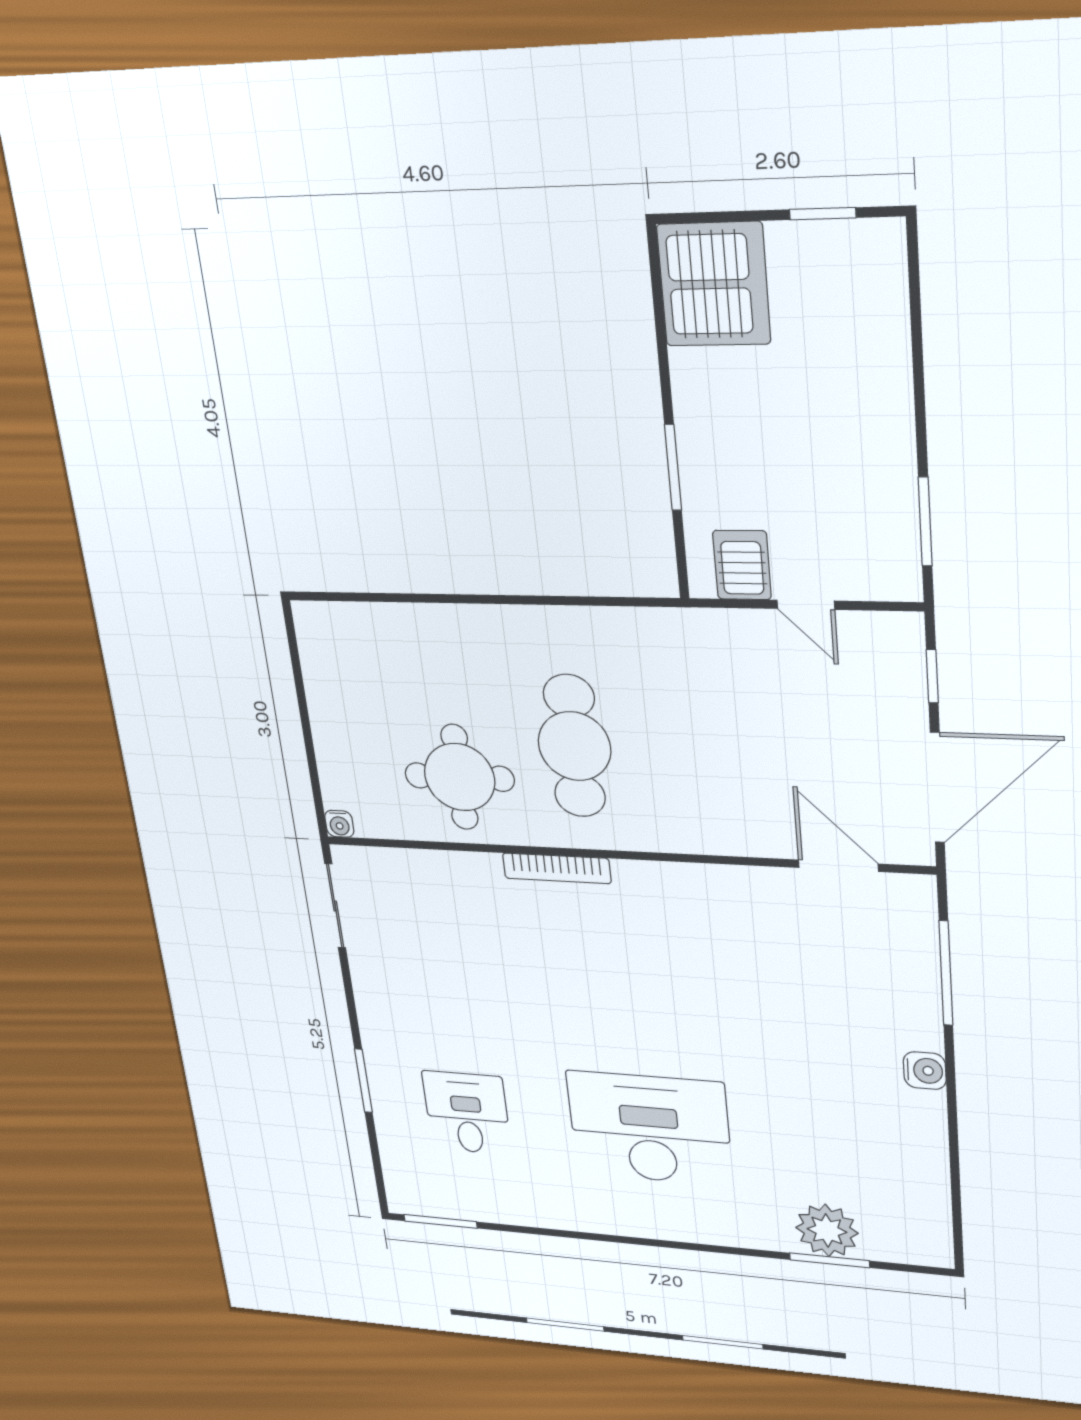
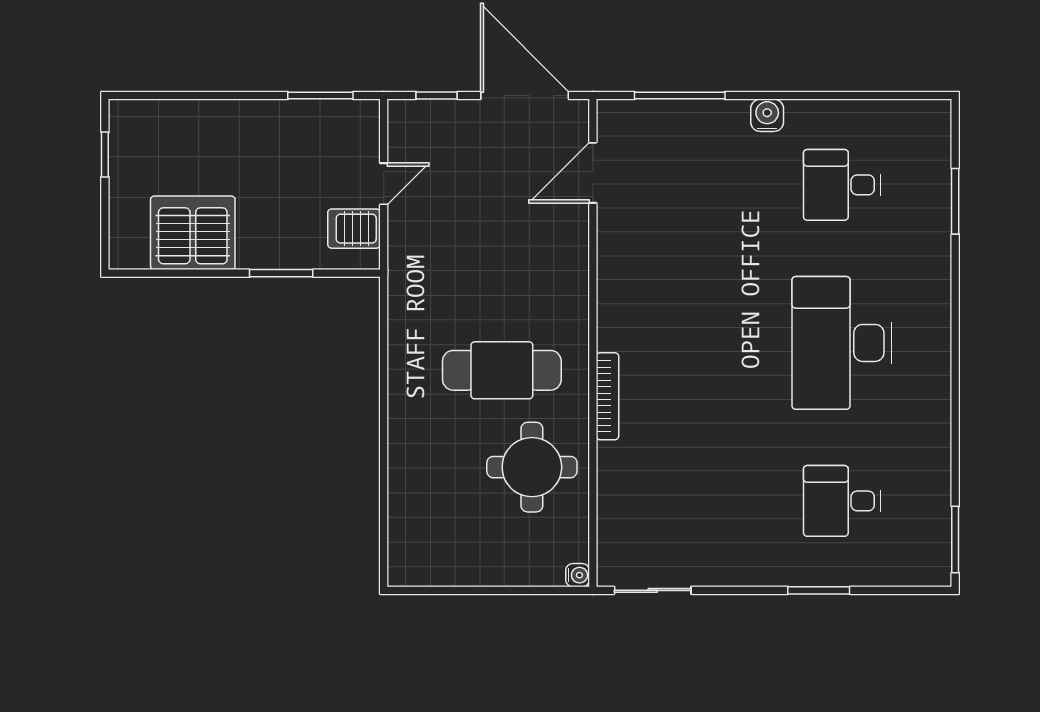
server rack: (714, 284) -> (193, 233), moved
desk: (841, 1145) -> (842, 185), added
plant: (827, 1230) -> (926, 202), removed

